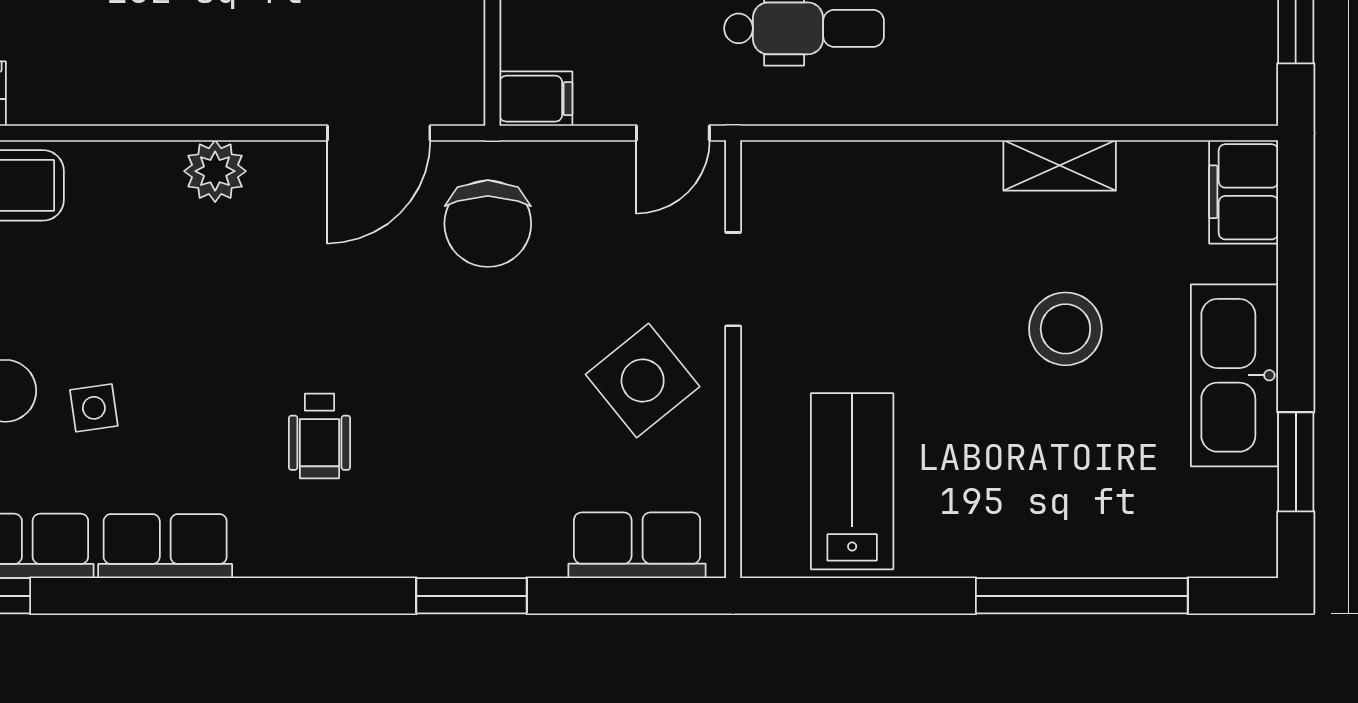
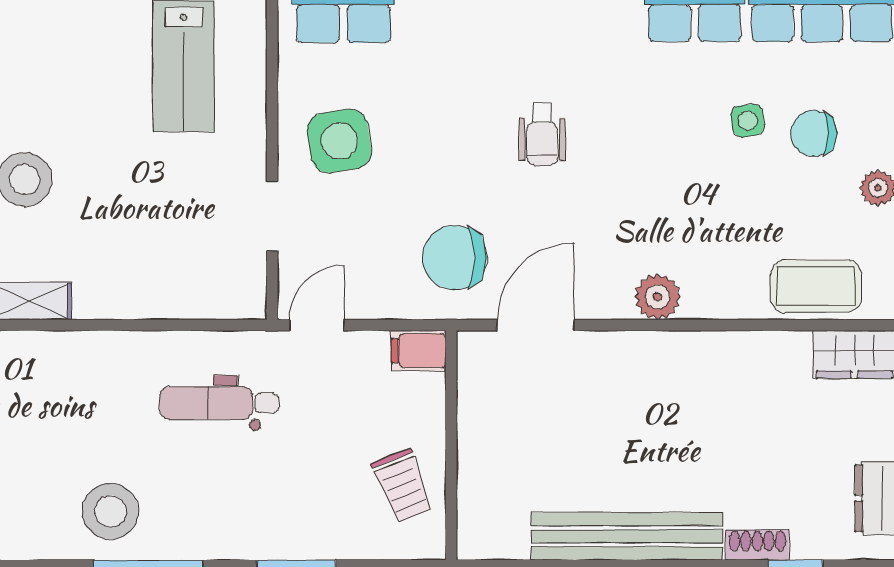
chair: (488, 224) -> (455, 258), turned -90
side table: (643, 381) -> (339, 141), turned 30
wheelchair: (319, 436) -> (542, 134), moved, turned 180

